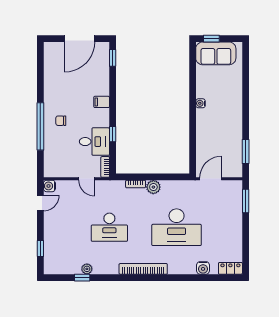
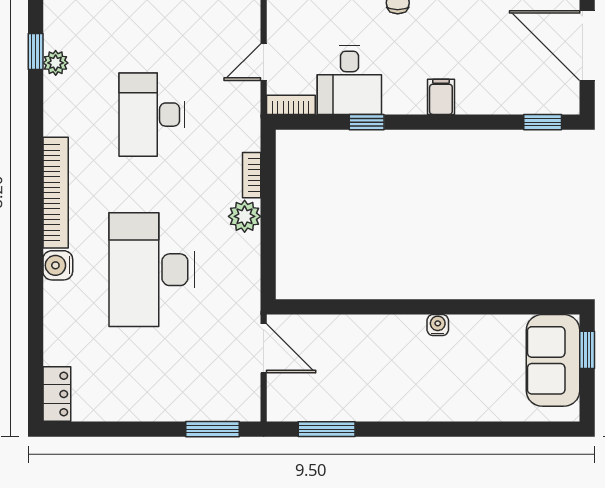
water cooler: (203, 268) -> (58, 265), moved

